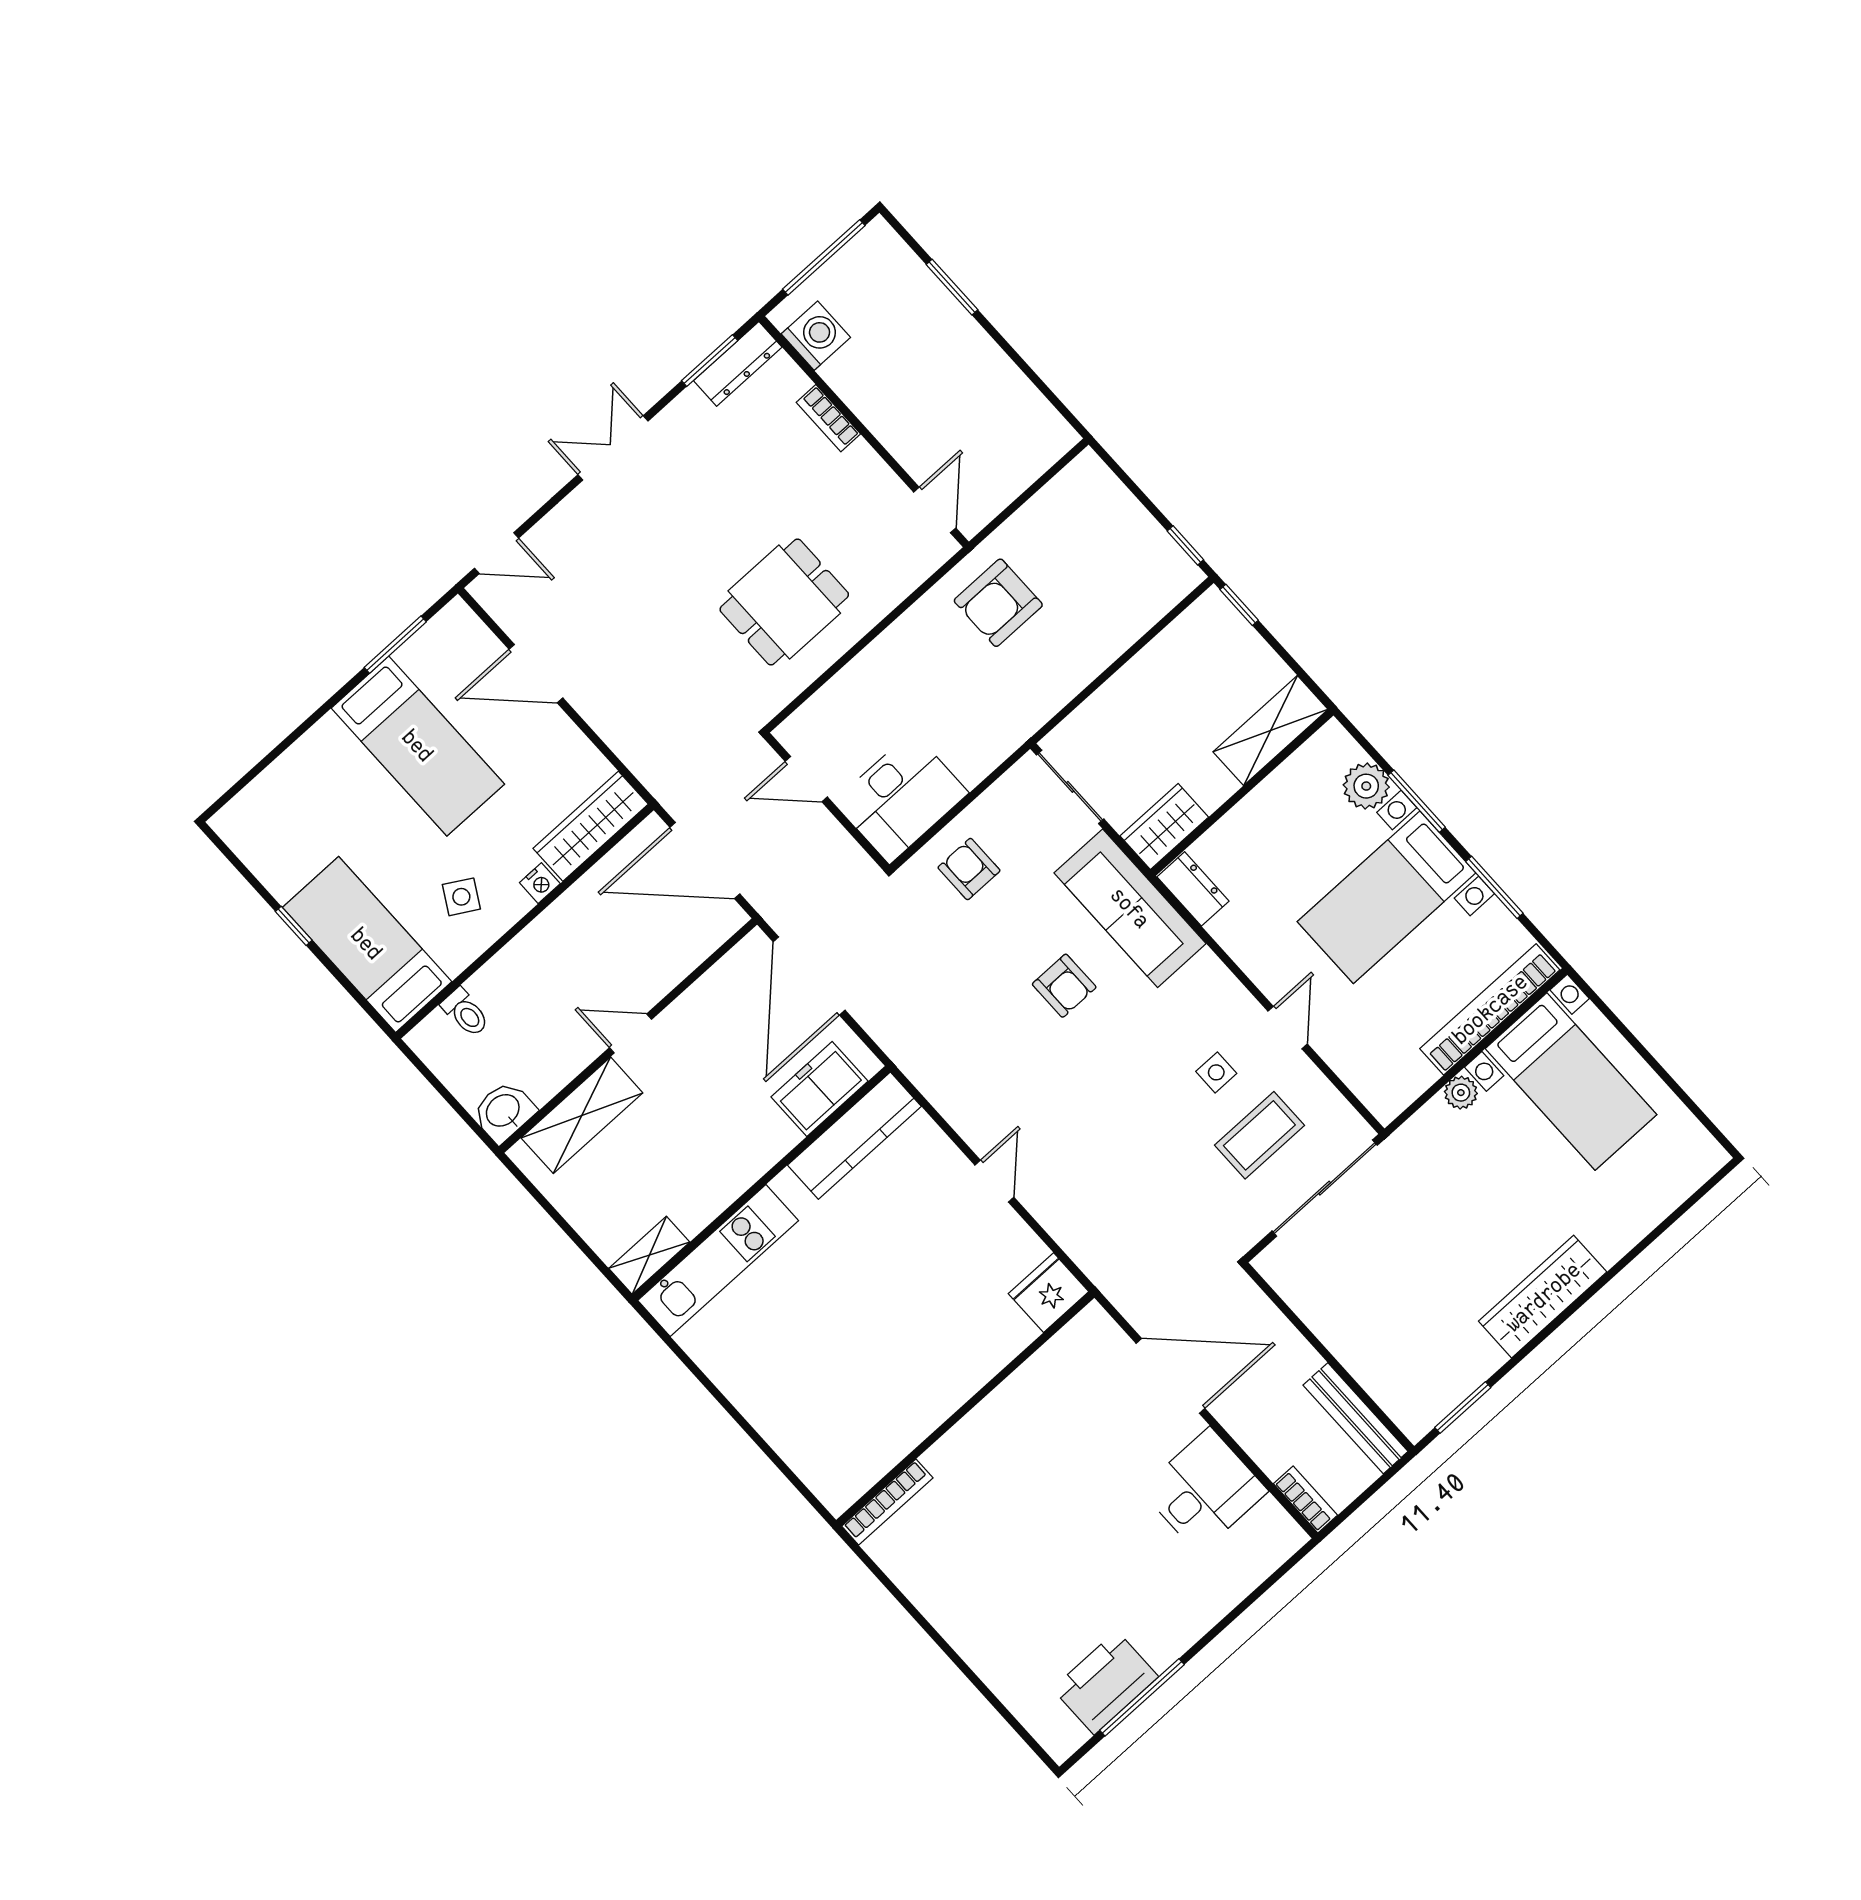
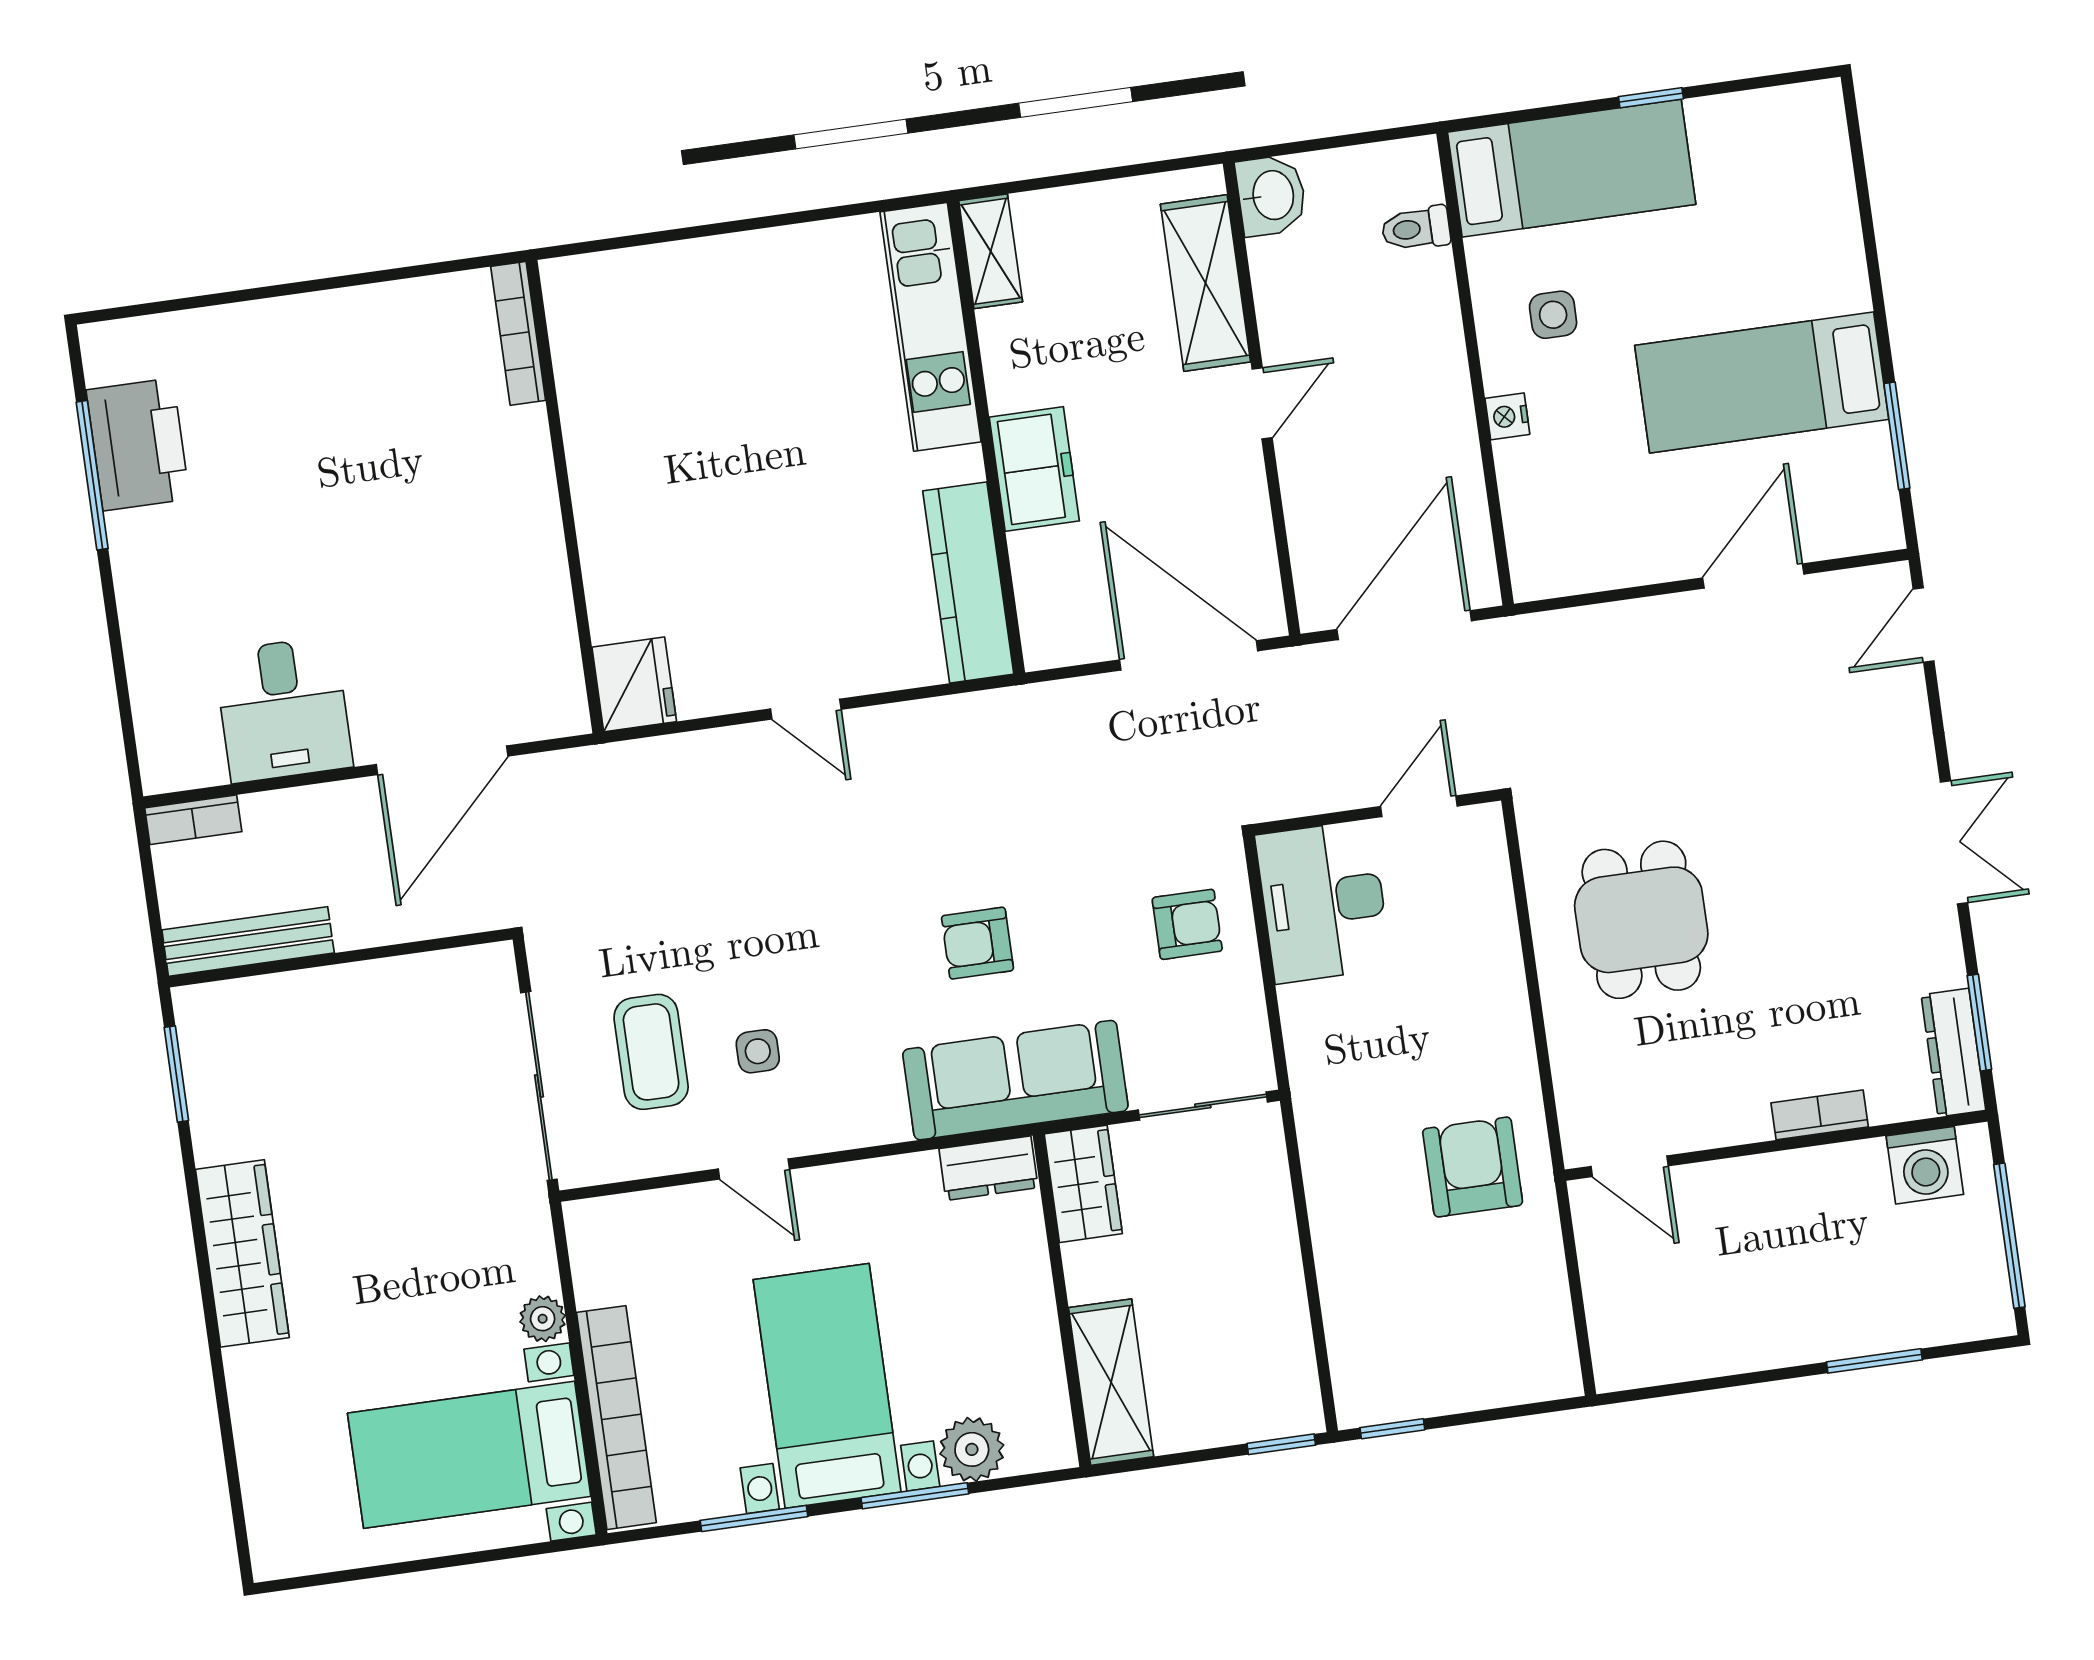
wardrobe: (591, 826) -> (1533, 520), removed
side table: (461, 897) -> (1553, 315), turned -30
freezer: (819, 1089) -> (1034, 469), moved

